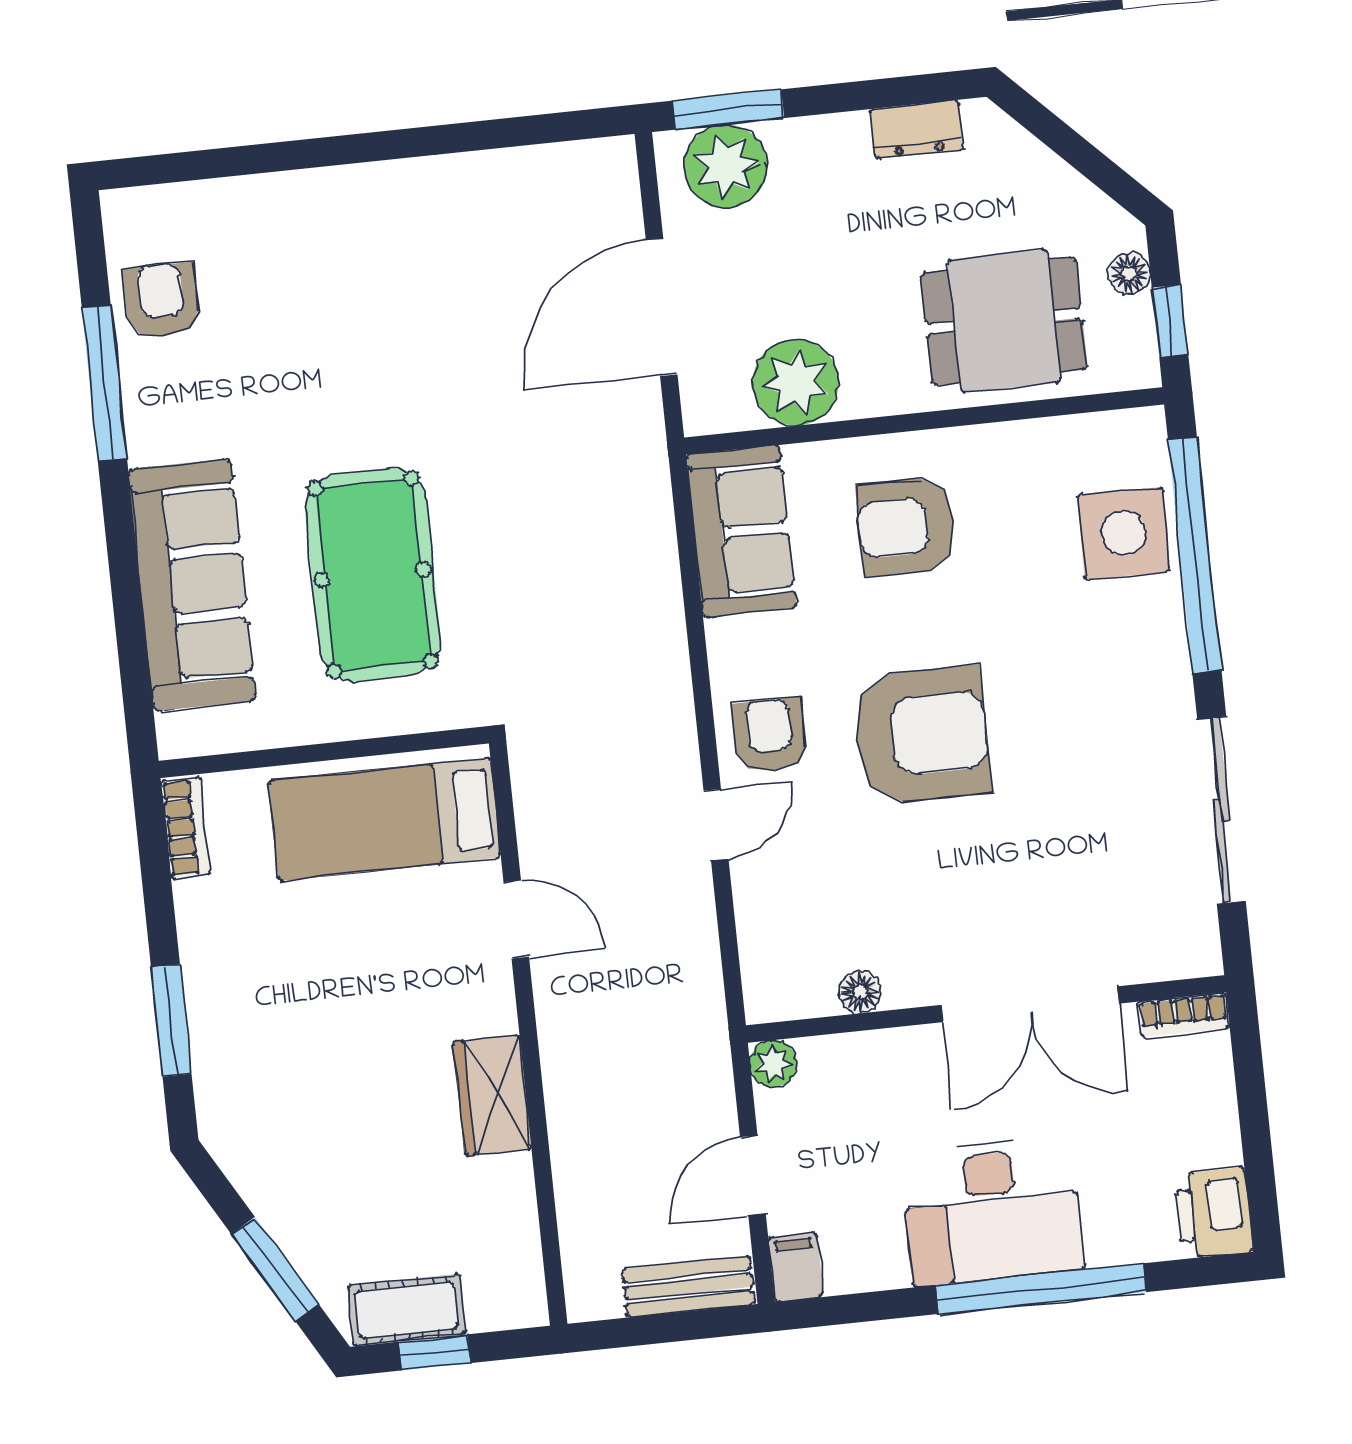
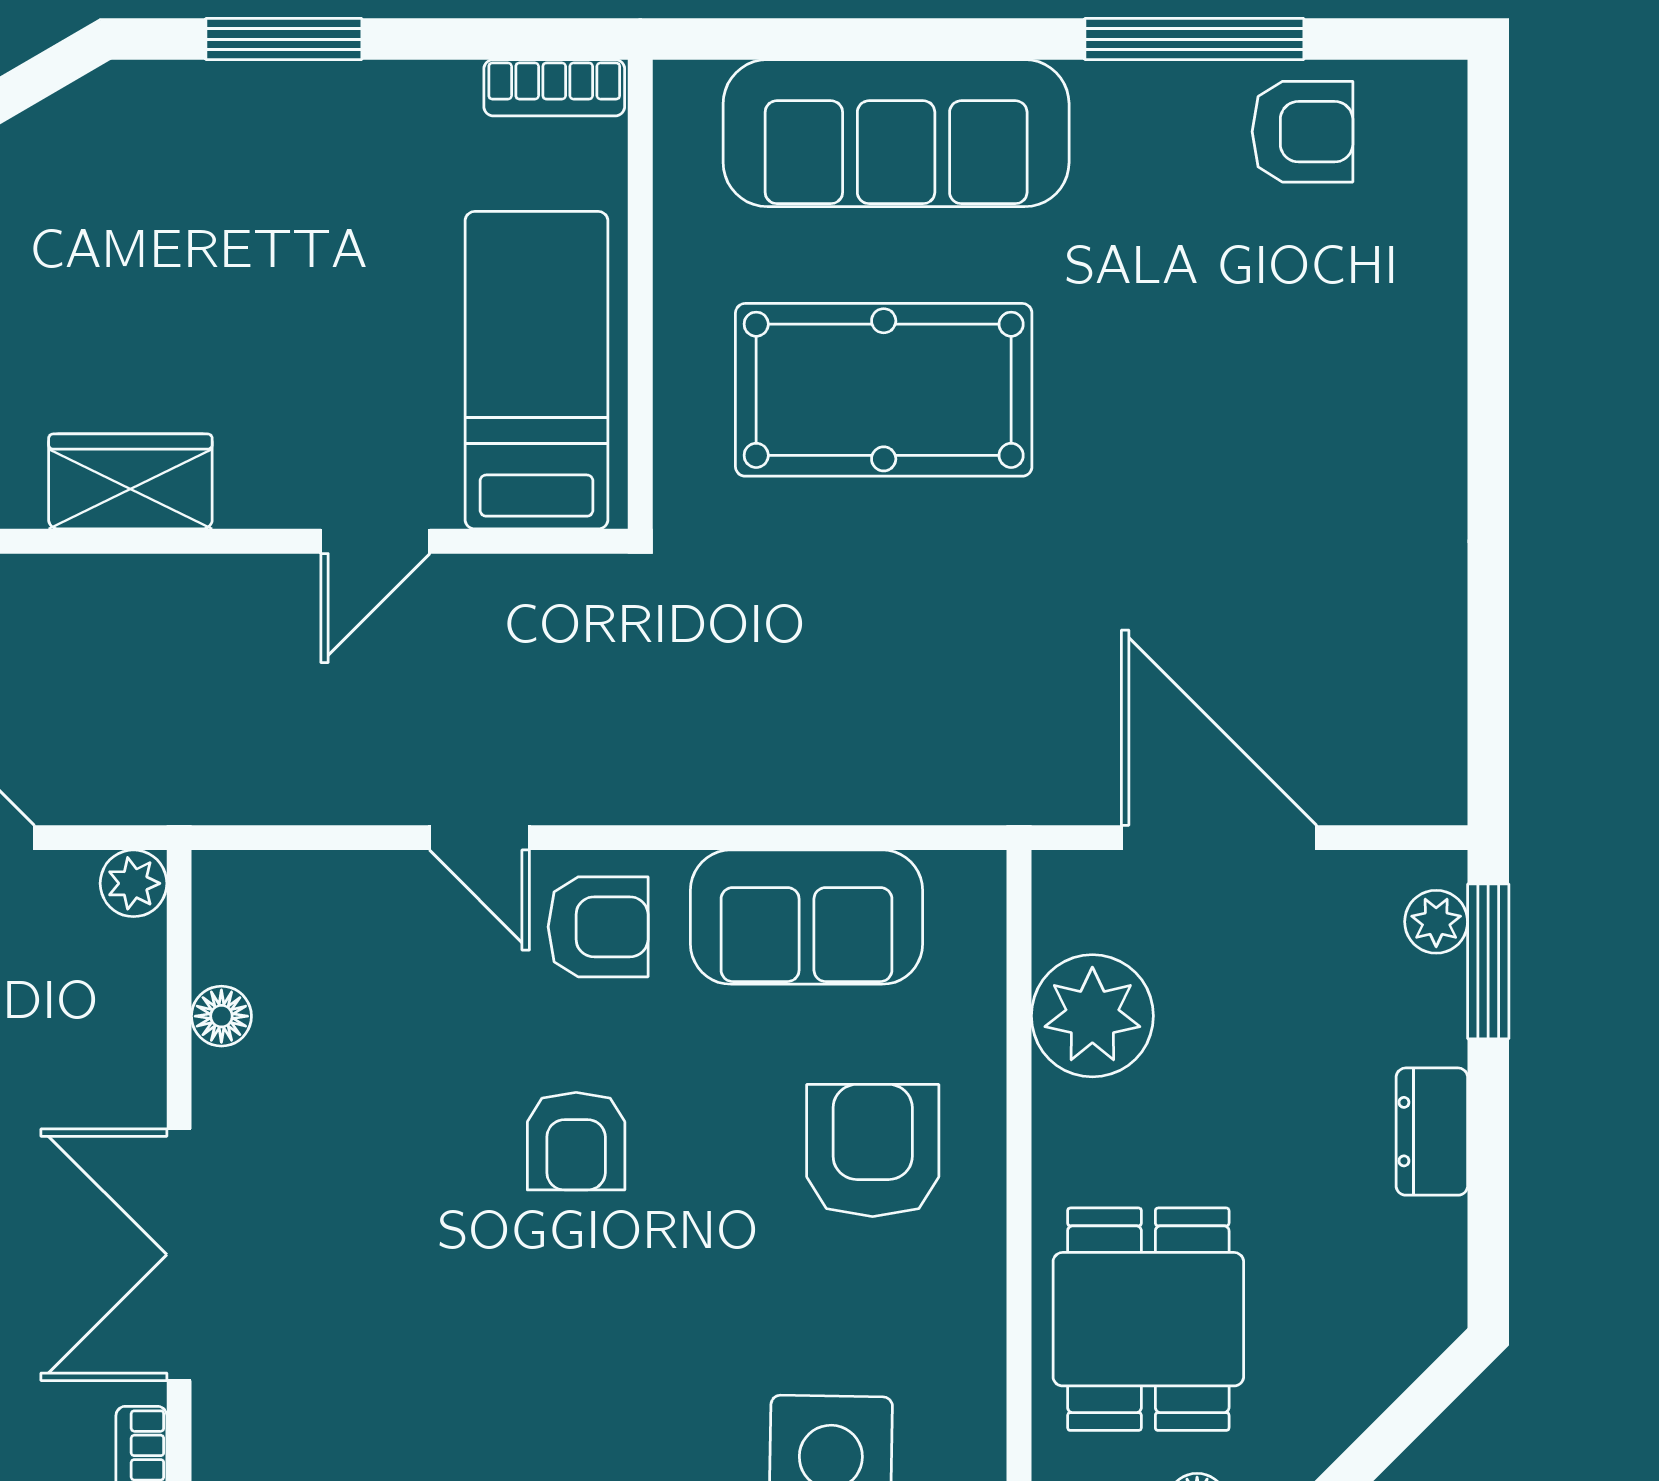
dresser: (917, 130) -> (1432, 1132), moved
plant: (726, 166) -> (1436, 922), width x0.53, depth x0.53
sofa: (741, 531) -> (807, 917), moved
armchair: (921, 735) -> (576, 1141), width x0.53, depth x0.53

